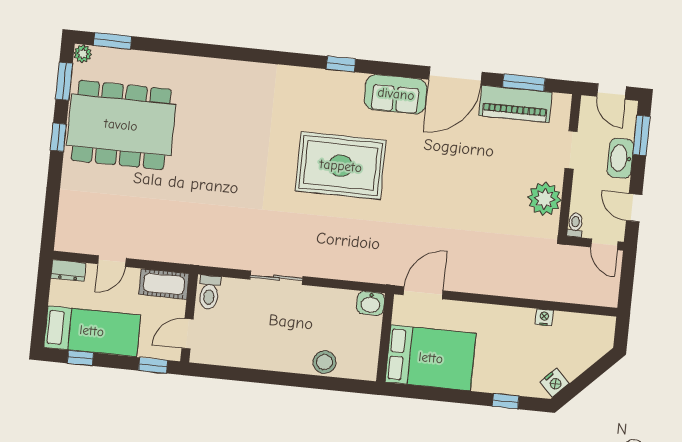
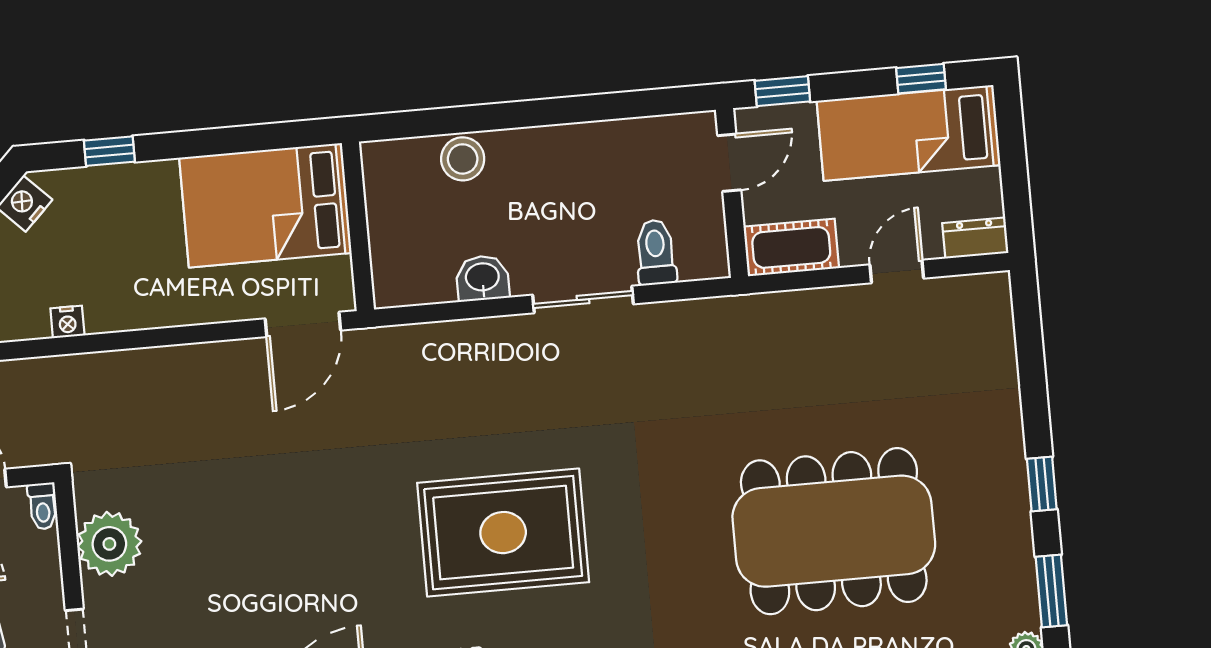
dining table: (121, 125) -> (834, 531), moved
toilet: (209, 292) -> (656, 252), moved
washbasin: (371, 303) -> (482, 278), moved

